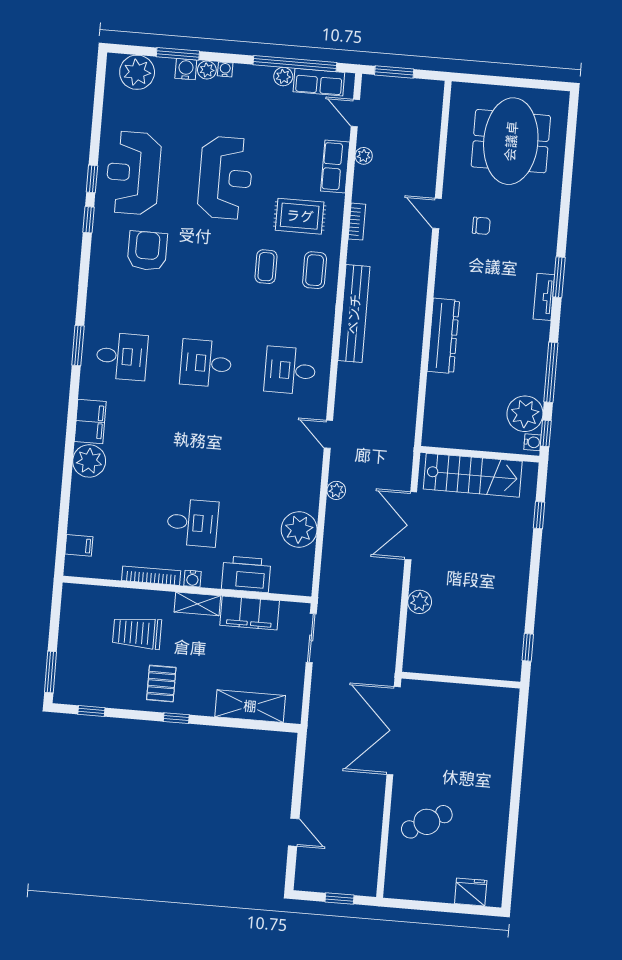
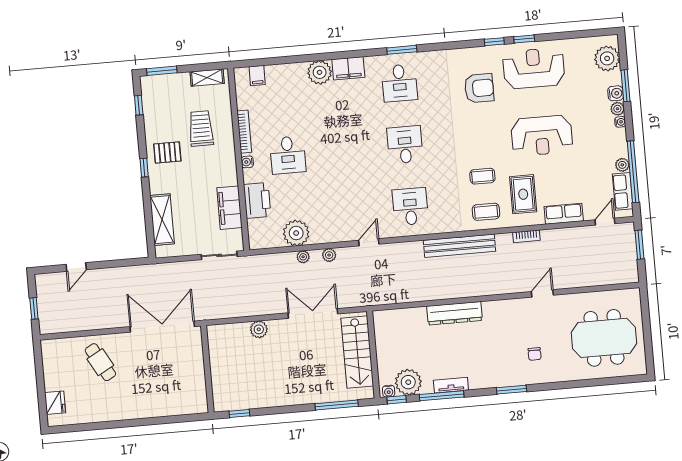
plant: (364, 156) -> (303, 257), moved
chair: (481, 226) -> (535, 354), moved
tv unit: (544, 297) -> (451, 385), moved
window: (539, 515) -> (337, 405), width x2.17
shelving: (197, 604) -> (207, 78), moved, turned 90

